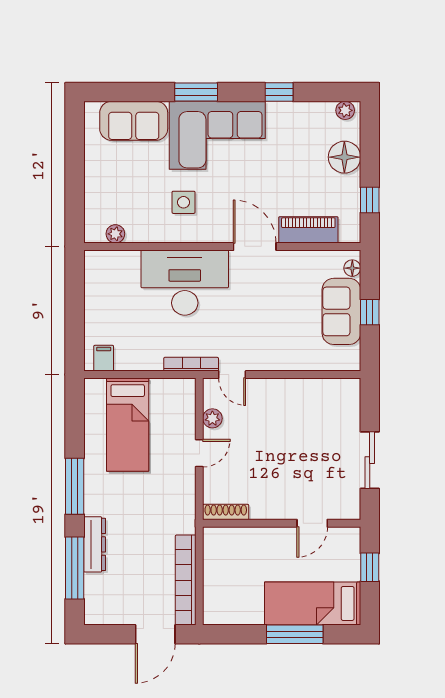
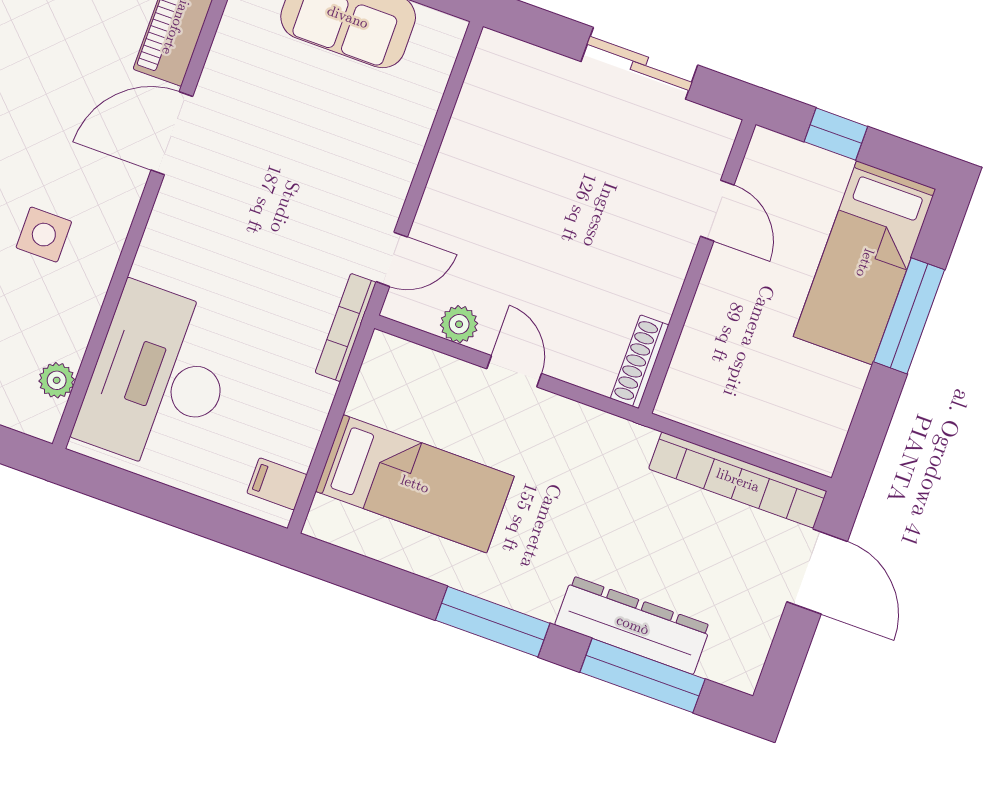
desk: (185, 283) -> (158, 378), moved
dresser: (95, 544) -> (633, 625), width x1.37, depth x1.24

